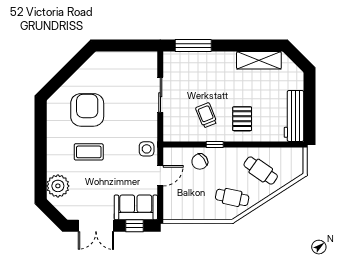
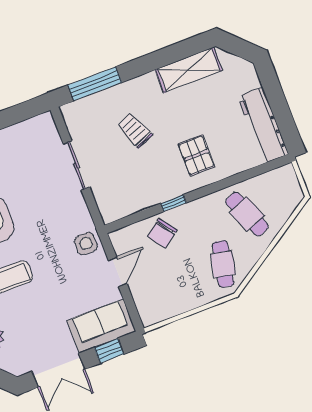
trolley: (206, 115) -> (135, 130), moved
cafe table: (261, 171) -> (247, 214), turned 33
cafe table: (232, 197) -> (223, 264), turned 90

